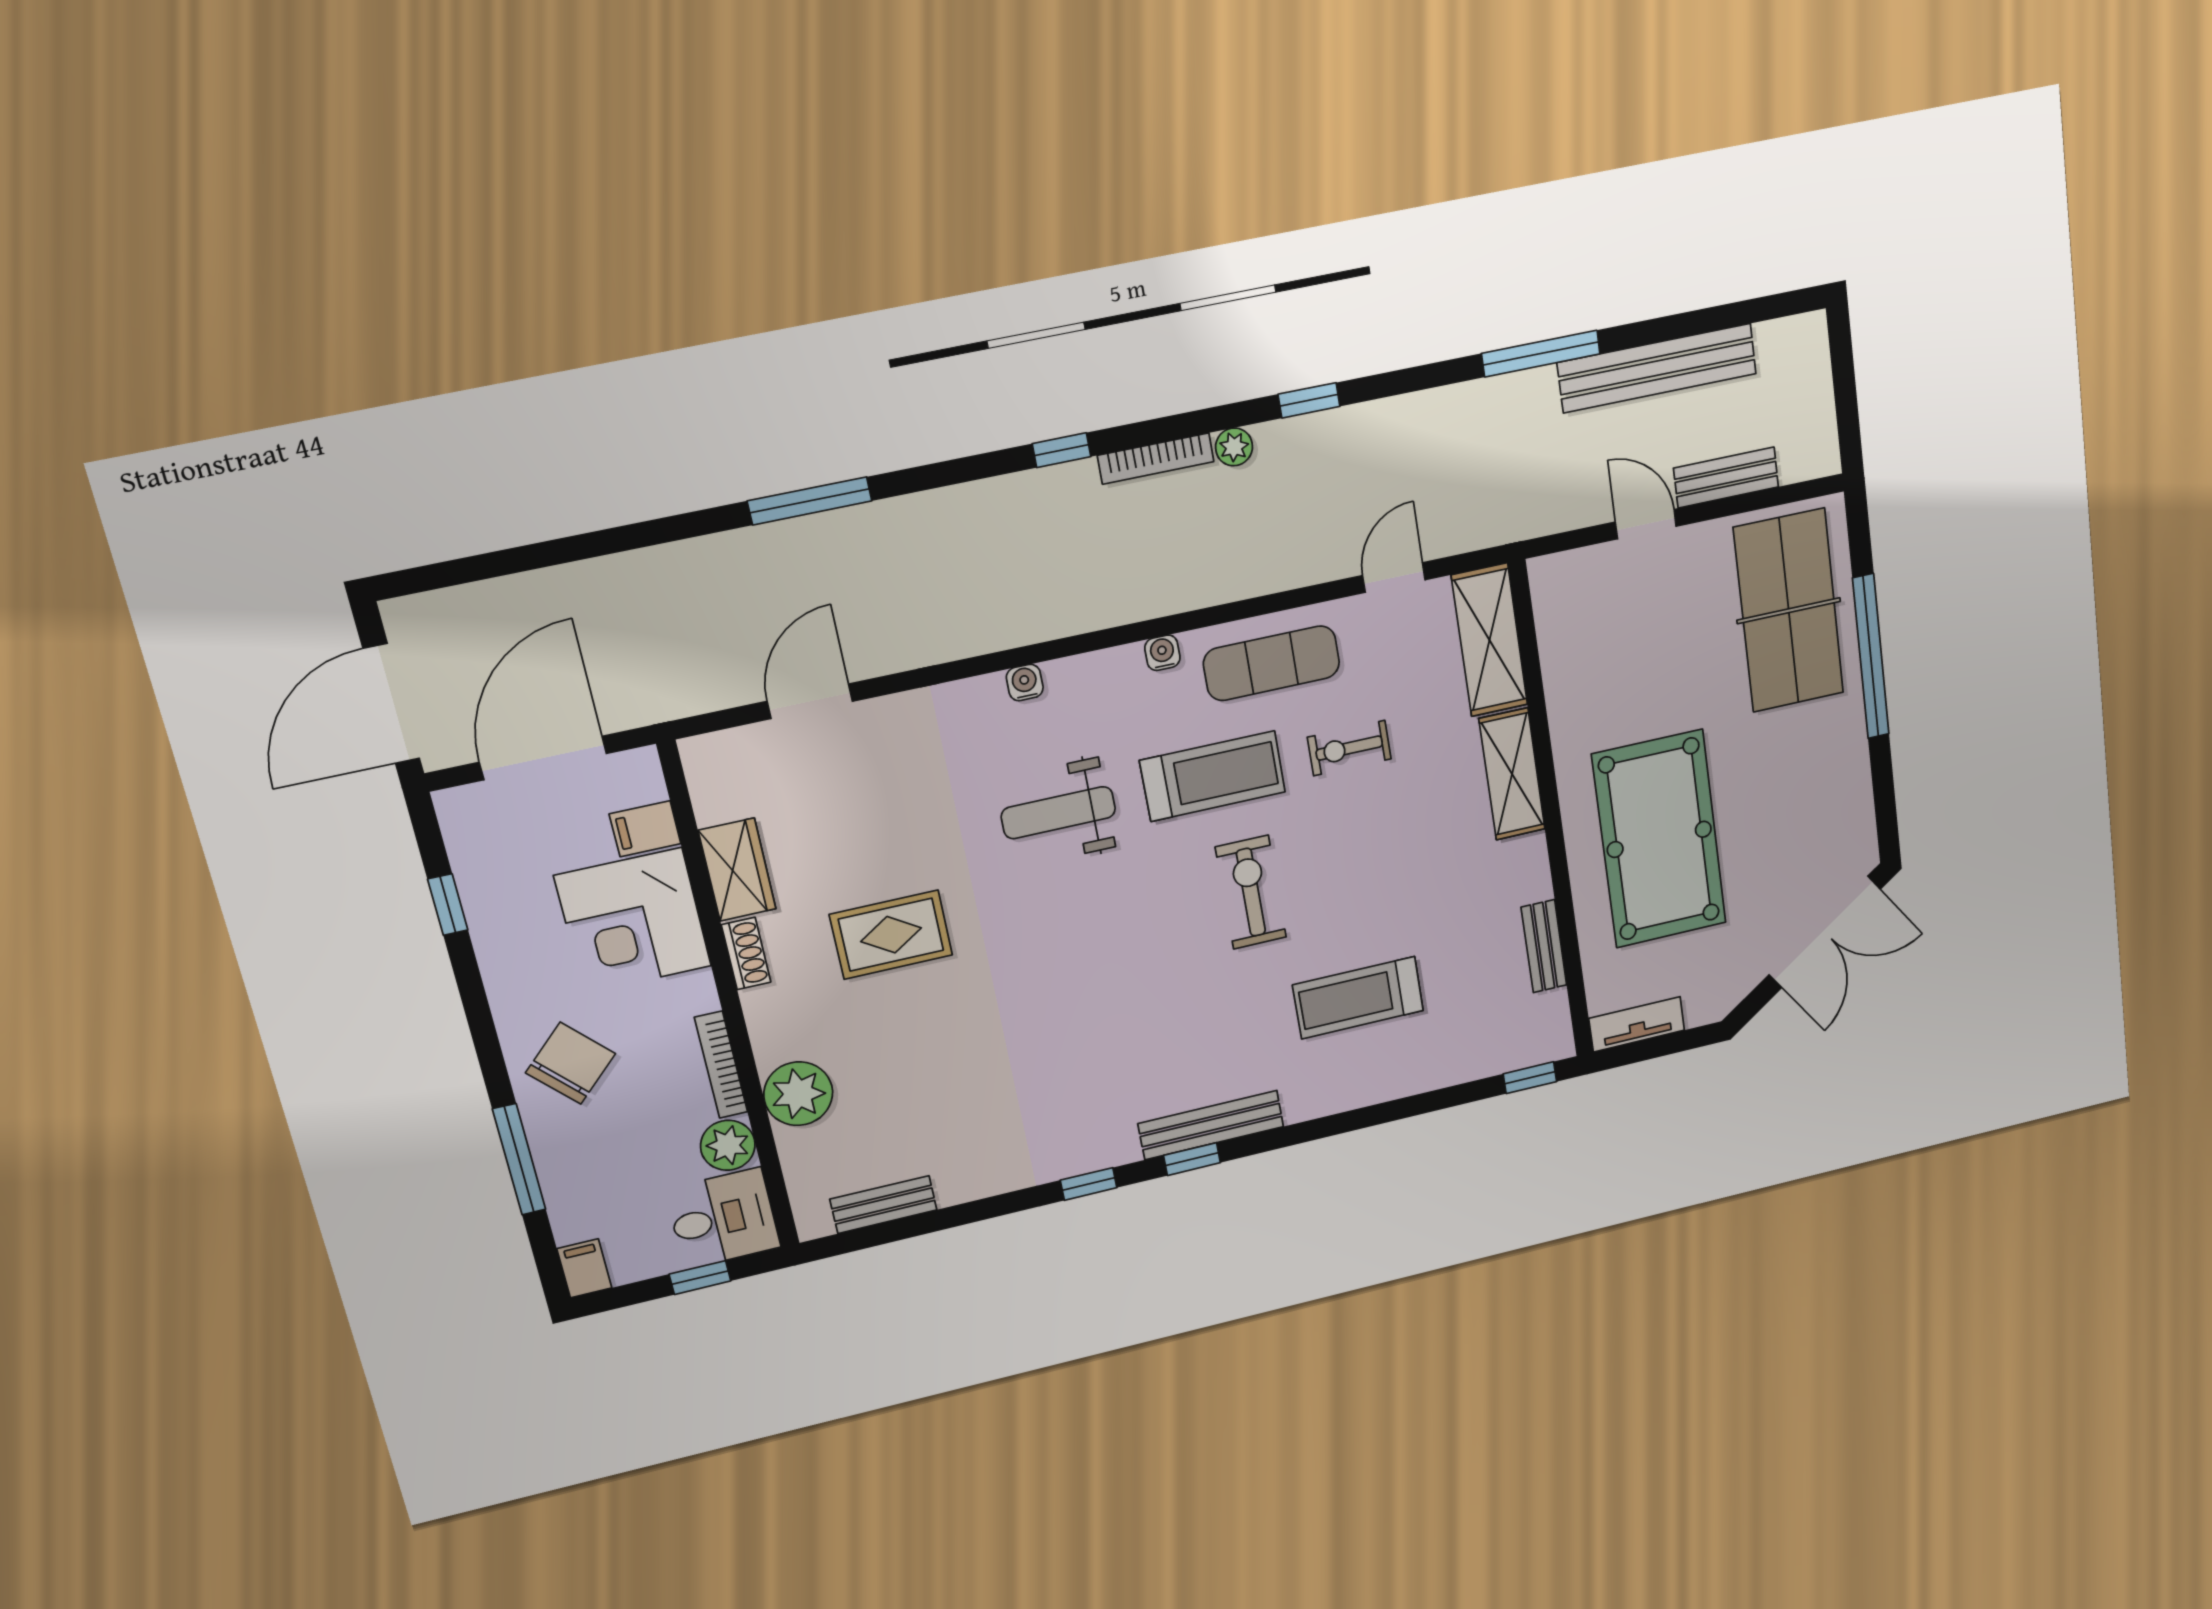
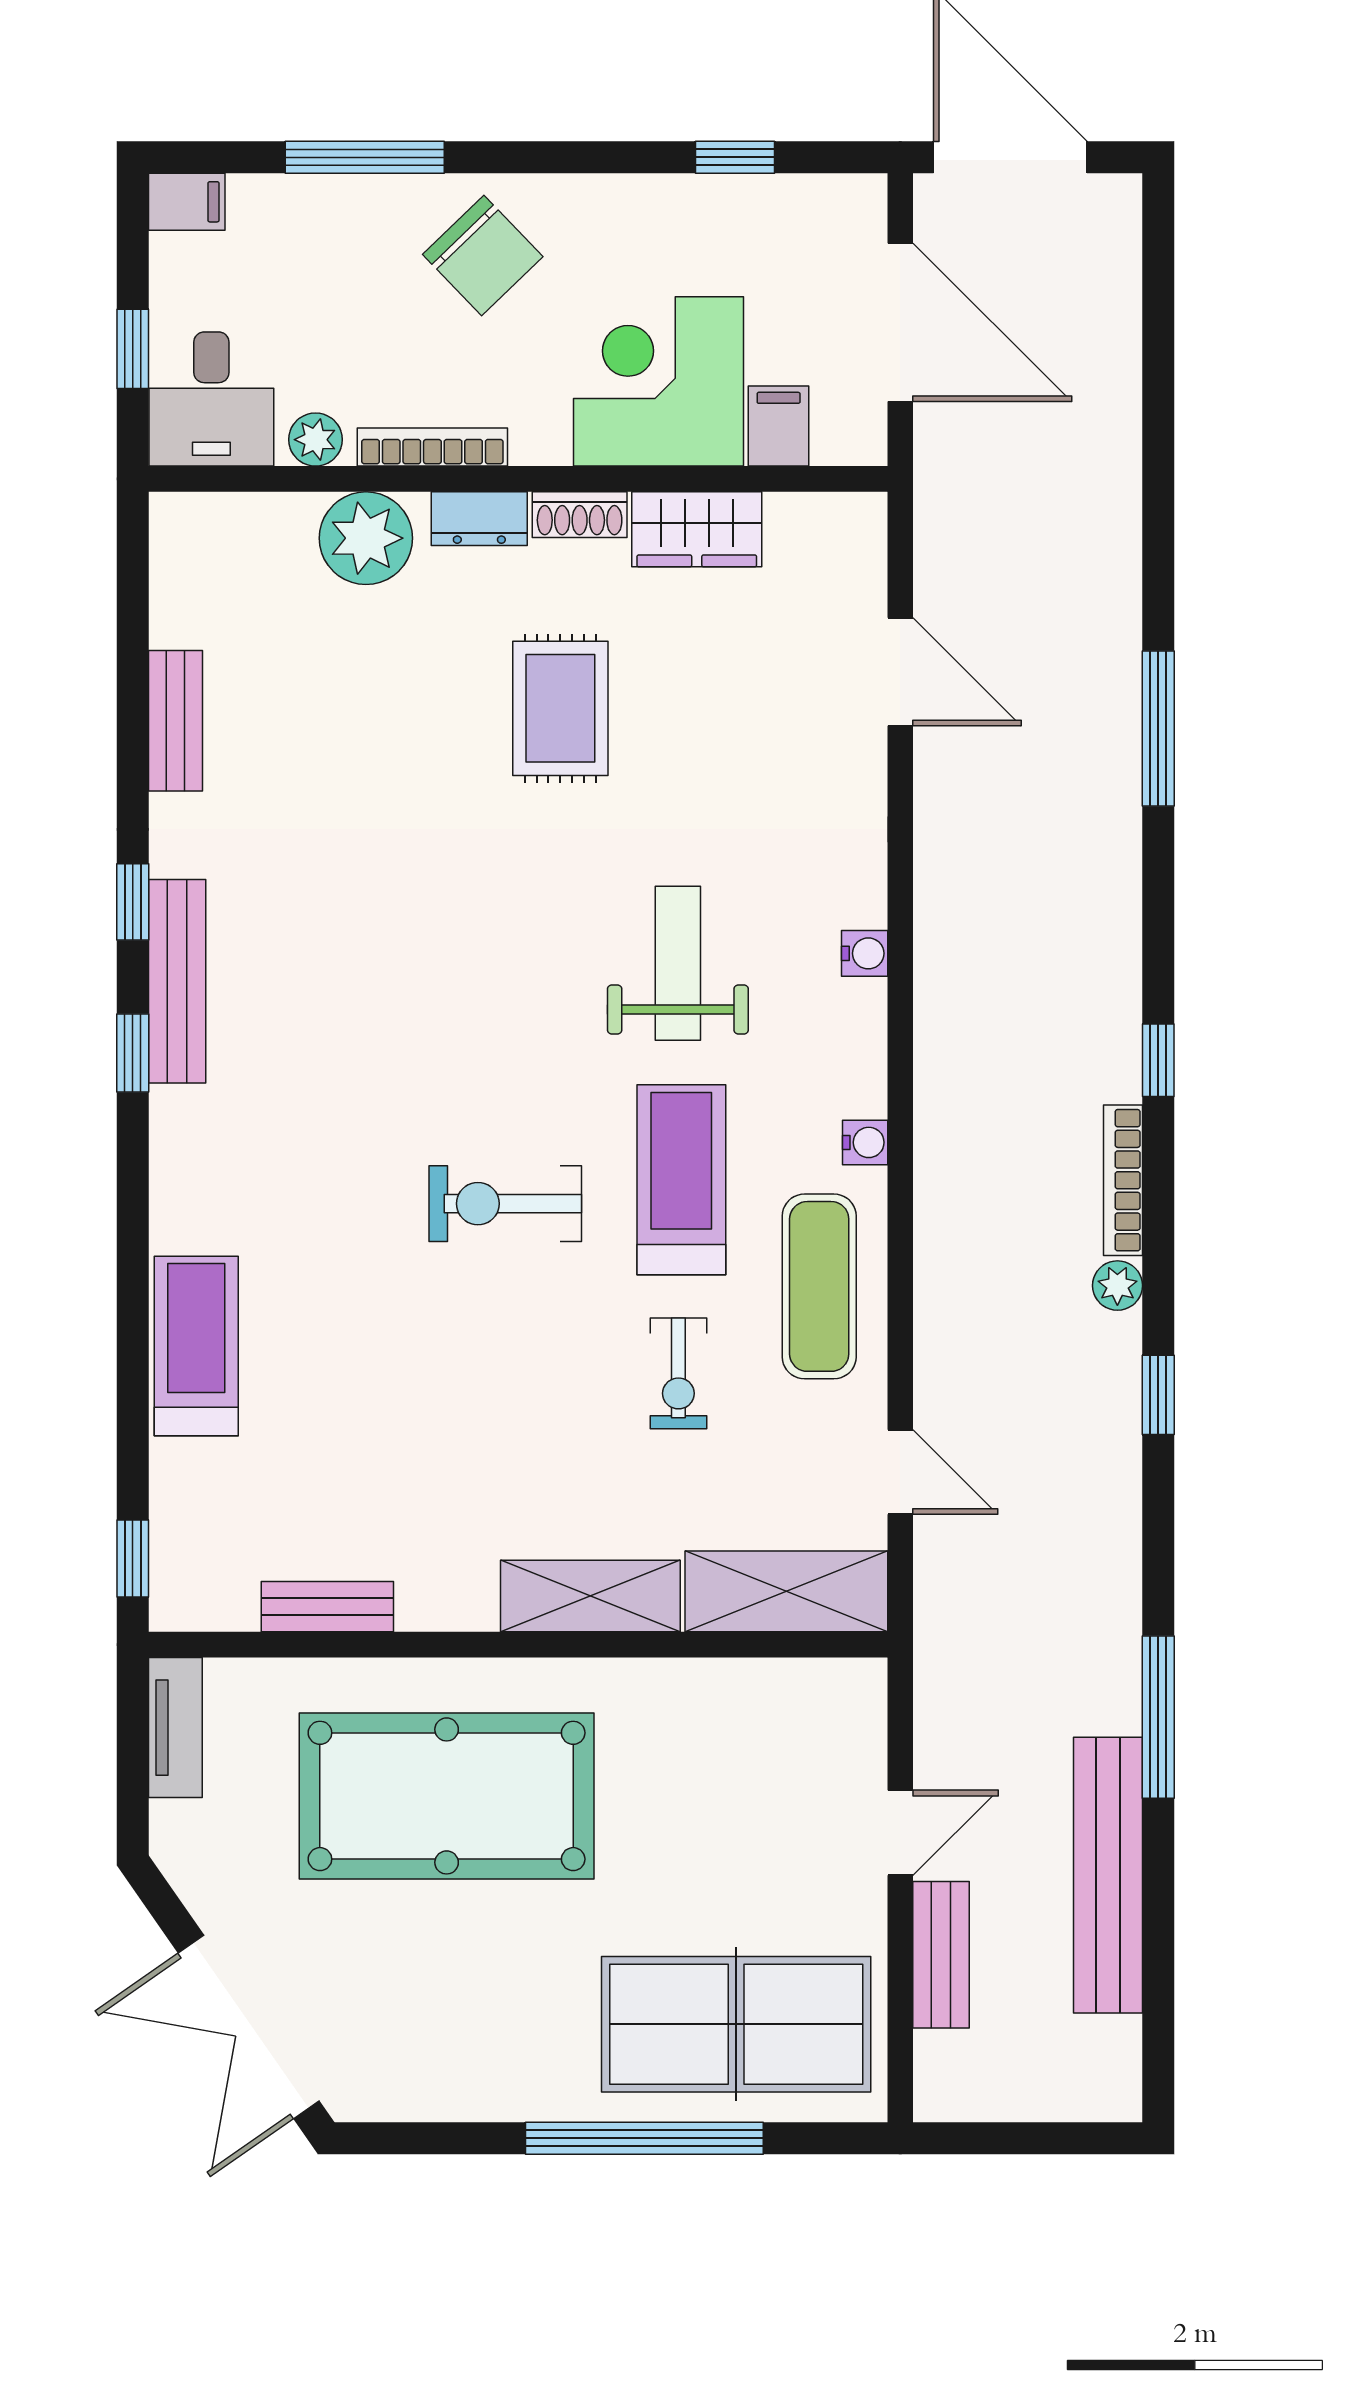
exercise bike: (1349, 748) -> (678, 1373), turned 180
treadmill: (1213, 776) -> (681, 1180), turned 180
exercise bike: (1251, 892) -> (505, 1204), turned 180
treadmill: (1358, 998) -> (196, 1346), moved
dresser: (766, 1021) -> (479, 519), added
bench: (1211, 1125) -> (177, 981), moved
plant: (728, 1145) -> (316, 440), width x0.73, depth x0.73
bench: (883, 1205) -> (175, 721), moved

